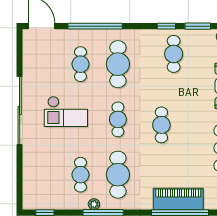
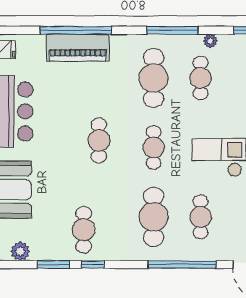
plant: (94, 204) -> (210, 41), moved

